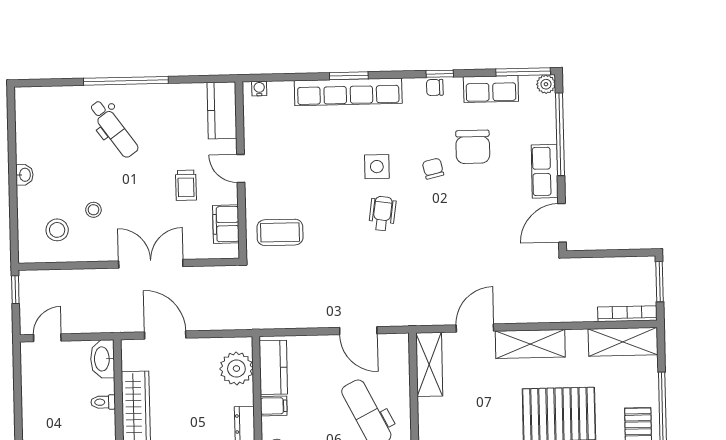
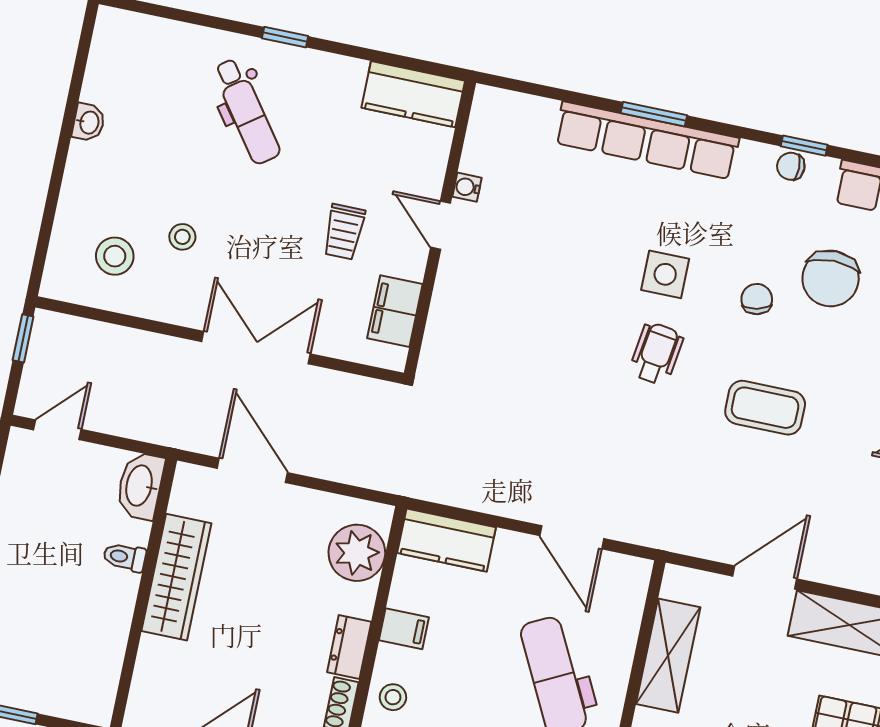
window: (126, 81) -> (285, 37), width x0.32
water cooler: (259, 89) -> (467, 187), moved, turned -90
kitchen counter: (222, 110) -> (413, 94), moved, turned -90
washbasin: (24, 175) -> (89, 122), moved
coffee table: (280, 232) -> (765, 408), moved
shelving: (429, 364) -> (668, 656), moved
kitchen counter: (273, 367) -> (447, 540), moved, turned 90

